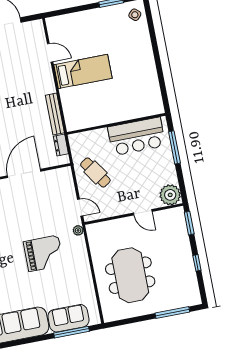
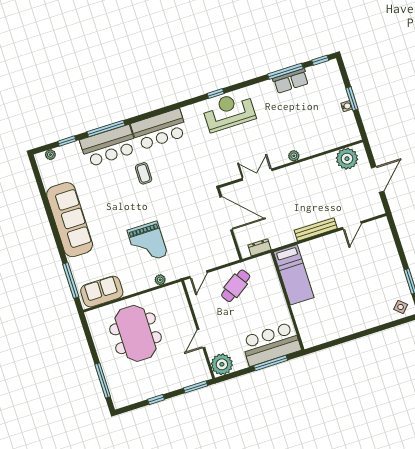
bed: (83, 71) -> (294, 275), moved
bench: (55, 114) -> (316, 229), moved
bar counter: (137, 136) -> (271, 344), moved, turned 90
plant: (78, 230) -> (160, 280), moved
meeting table: (130, 275) -> (136, 333), turned 90
sofa: (68, 318) -> (102, 292), moved, turned -90

